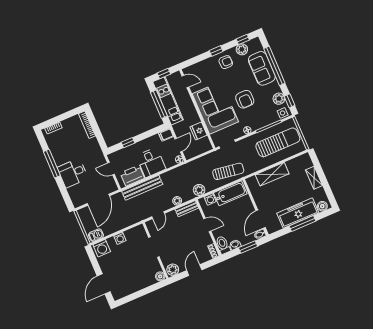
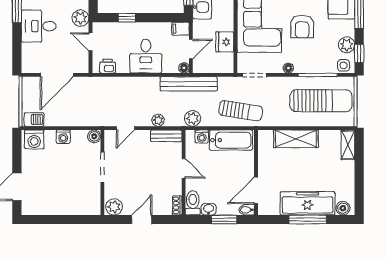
plant: (98, 156) -> (80, 18), added
printer: (132, 176) -> (108, 66), width x0.53, depth x0.68
shelving: (314, 178) -> (348, 145), moved
bench: (142, 188) -> (189, 84), moved
boiler: (160, 276) -> (94, 136), moved

